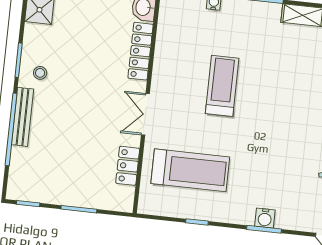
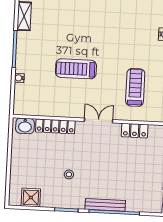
stool: (40, 73) -> (69, 174), moved
double door: (145, 114) -> (99, 121), swing flipped
treadmill: (190, 170) -> (135, 87), width x0.73, depth x0.73

